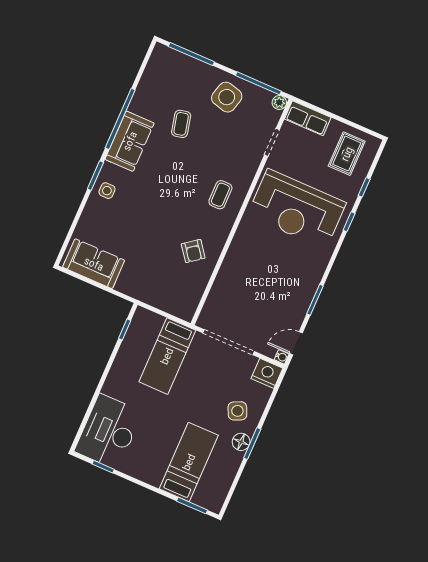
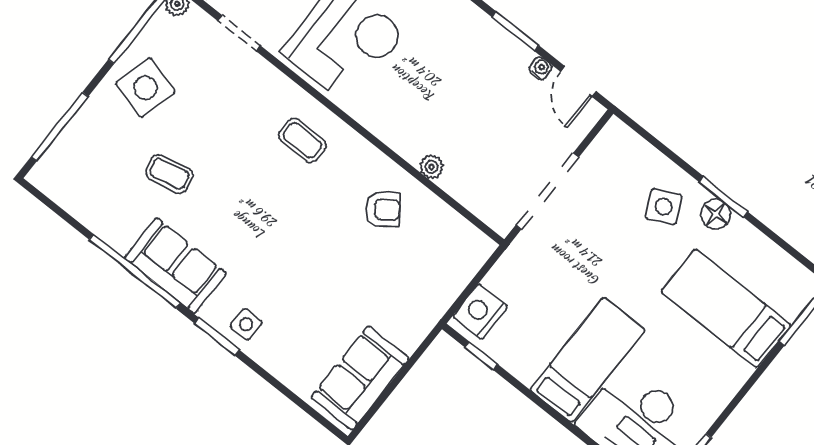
plant: (225, 272) -> (431, 167), added
bed: (167, 356) -> (588, 360), moved, turned -90
water cooler: (282, 357) -> (541, 68), moved
nightstand: (267, 373) -> (480, 312), moved

